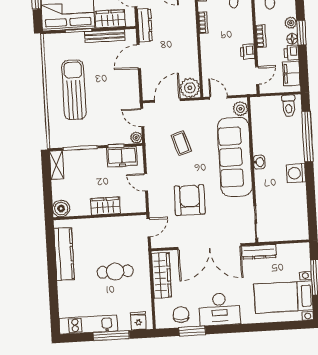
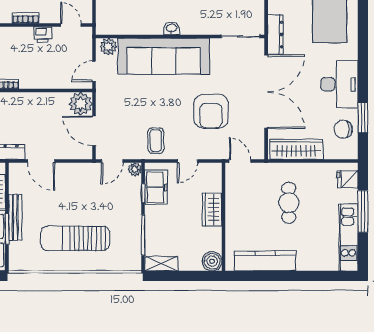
bench: (105, 36) -> (15, 217), moved
coffee table: (181, 143) -> (156, 141), moved, turned -72
armchair: (190, 200) -> (211, 111), turned -90

